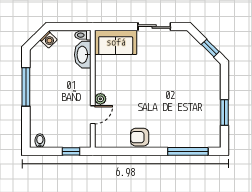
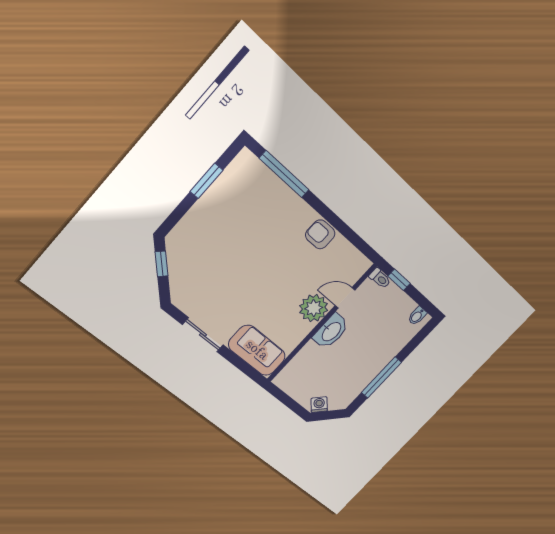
toilet: (83, 35) -> (380, 278), moved
washbasin: (83, 55) -> (331, 331), moved
plant: (100, 99) -> (314, 308), width x1.88, depth x1.88
armchair: (140, 137) -> (320, 234), turned 180

